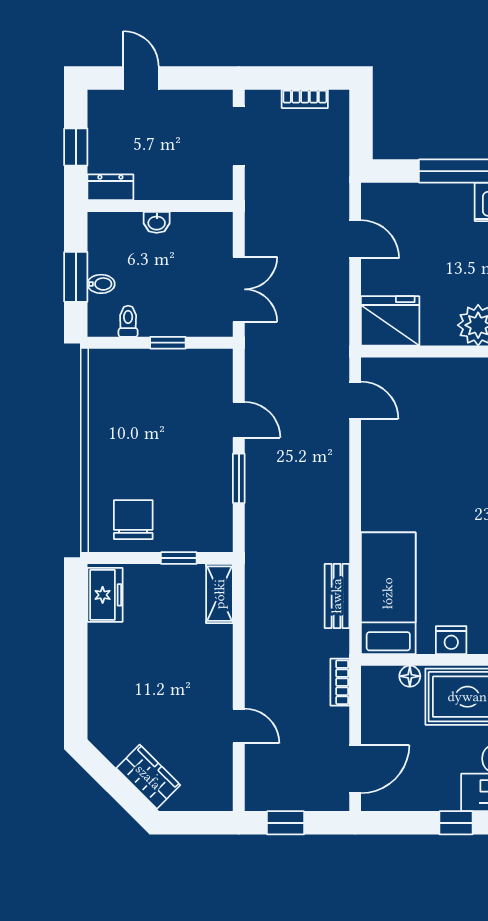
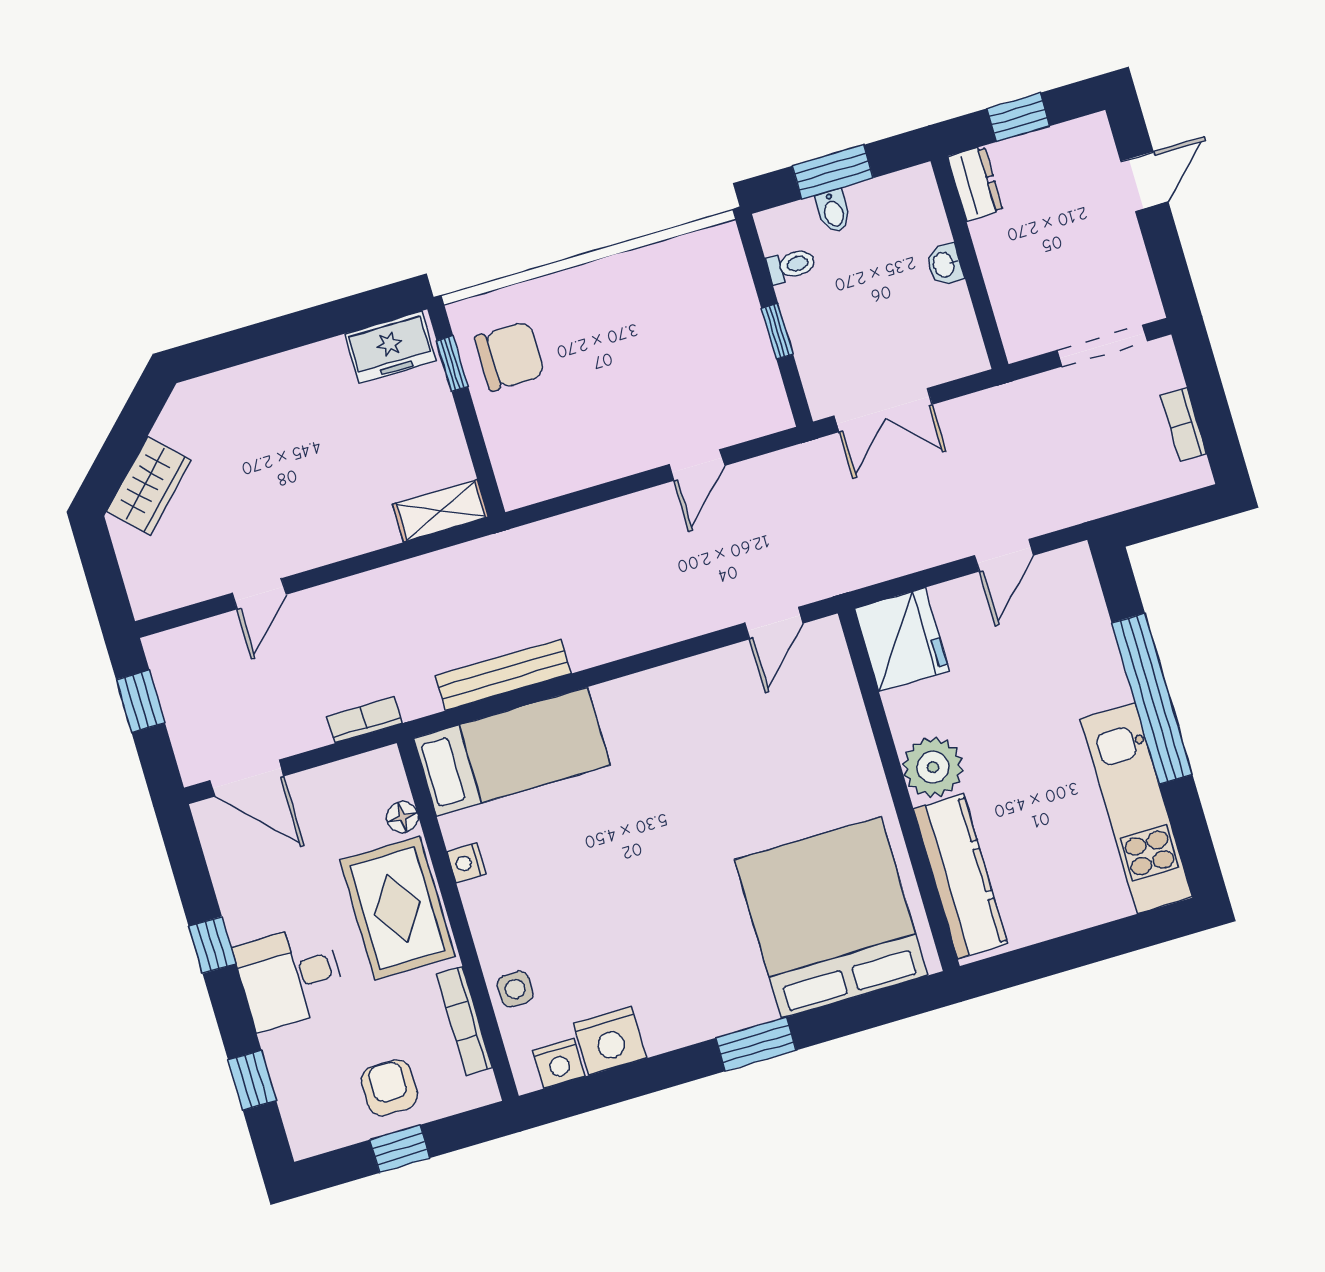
window: (239, 478) -> (613, 490), removed
window: (179, 558) -> (452, 364), moved
bench: (337, 596) -> (503, 675), width x1.36
nightstand: (451, 640) -> (466, 863), width x0.72, depth x0.74

